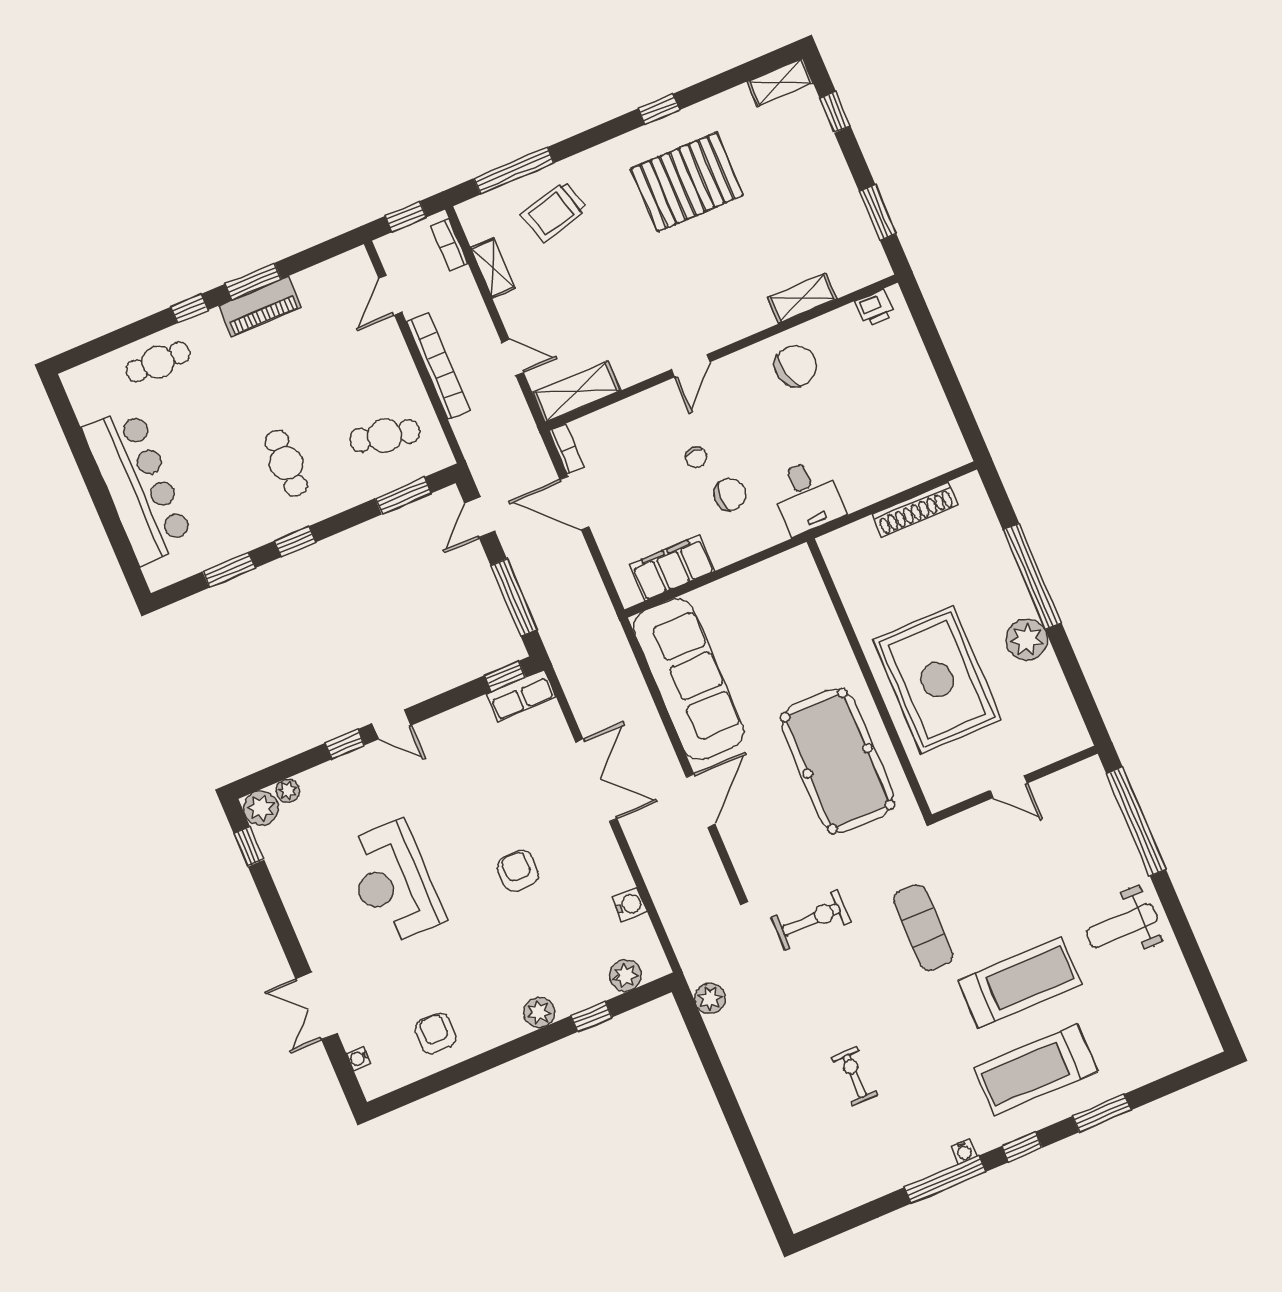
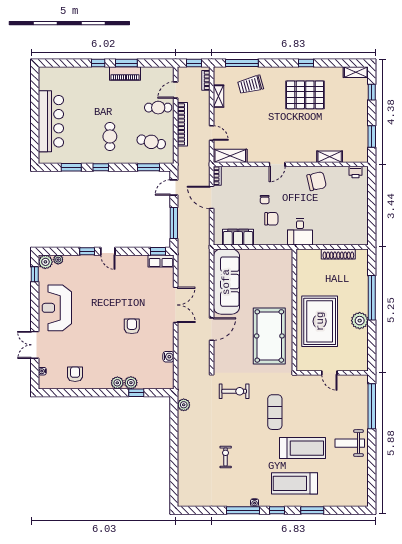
cafe table: (158, 362) -> (158, 108), moved
reception desk: (393, 882) -> (57, 308), moved
plant: (625, 975) -> (131, 383), moved

